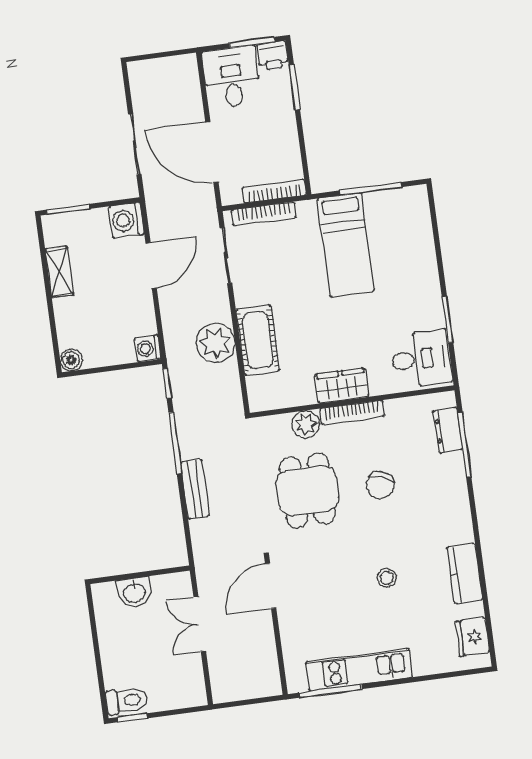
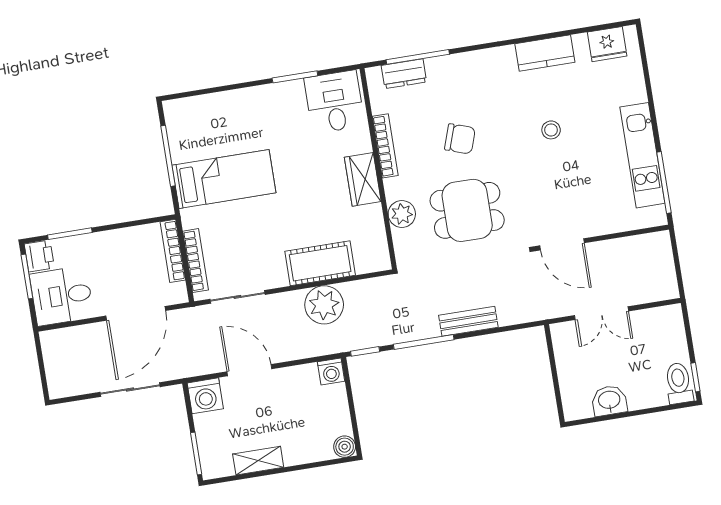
bookcase: (352, 412) -> (385, 146), moved
washbasin: (134, 592) -> (609, 401), moved, turned -90

